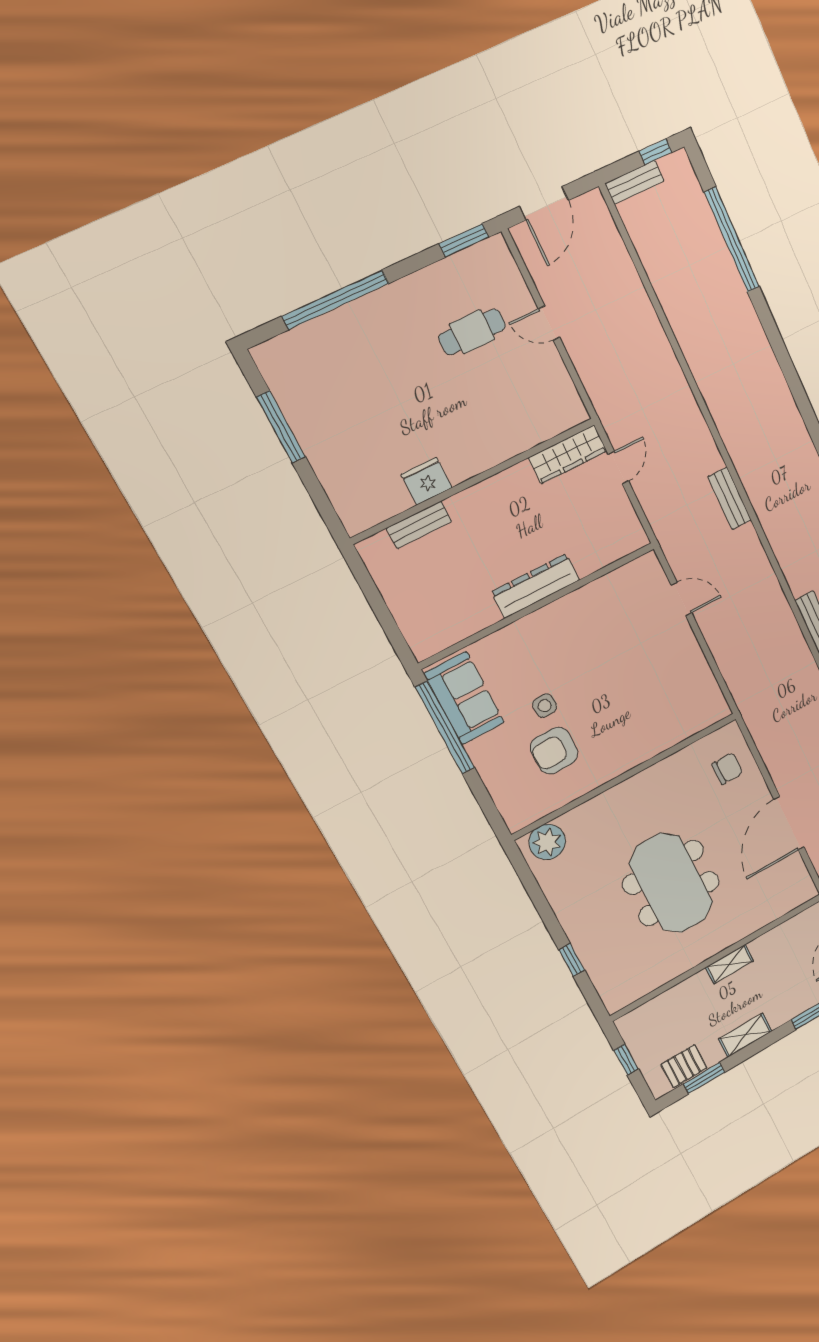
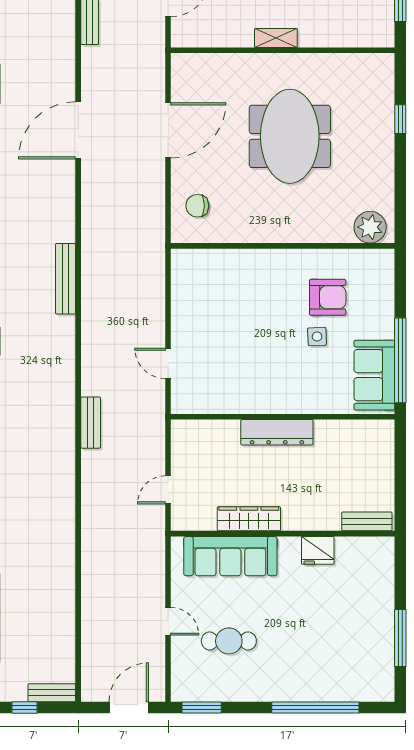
sofa: (518, 428) -> (230, 556), added
wardrobe: (568, 454) -> (249, 519), moved
bench: (419, 525) -> (367, 521), moved

